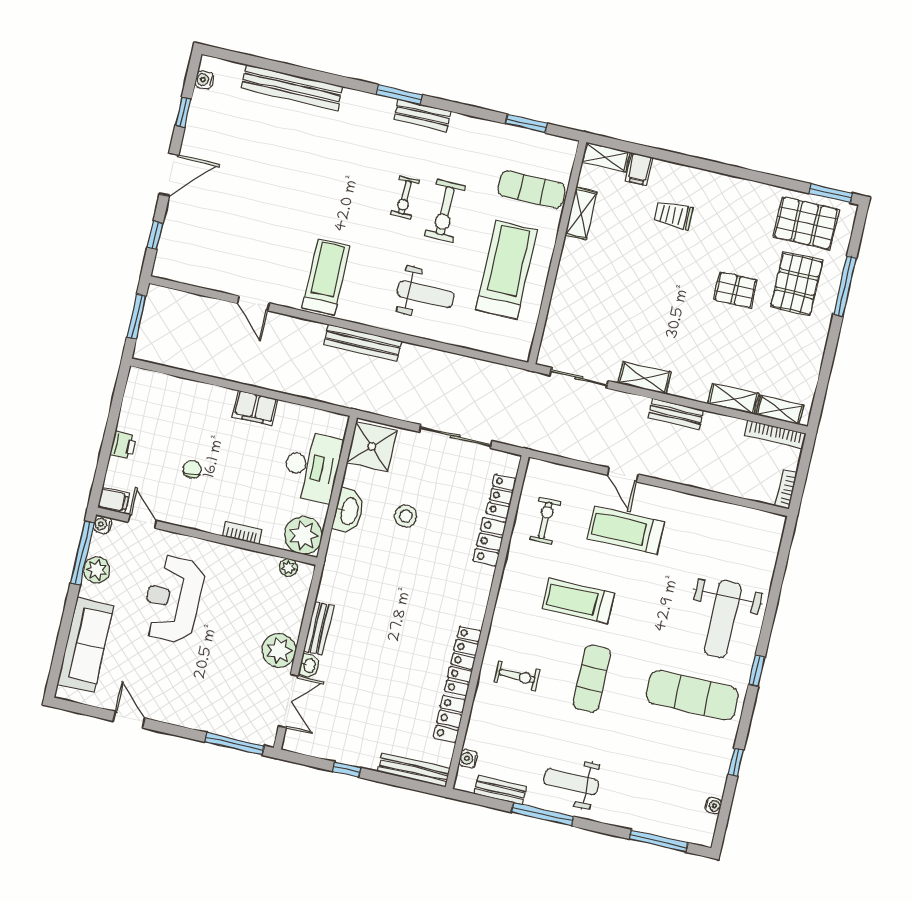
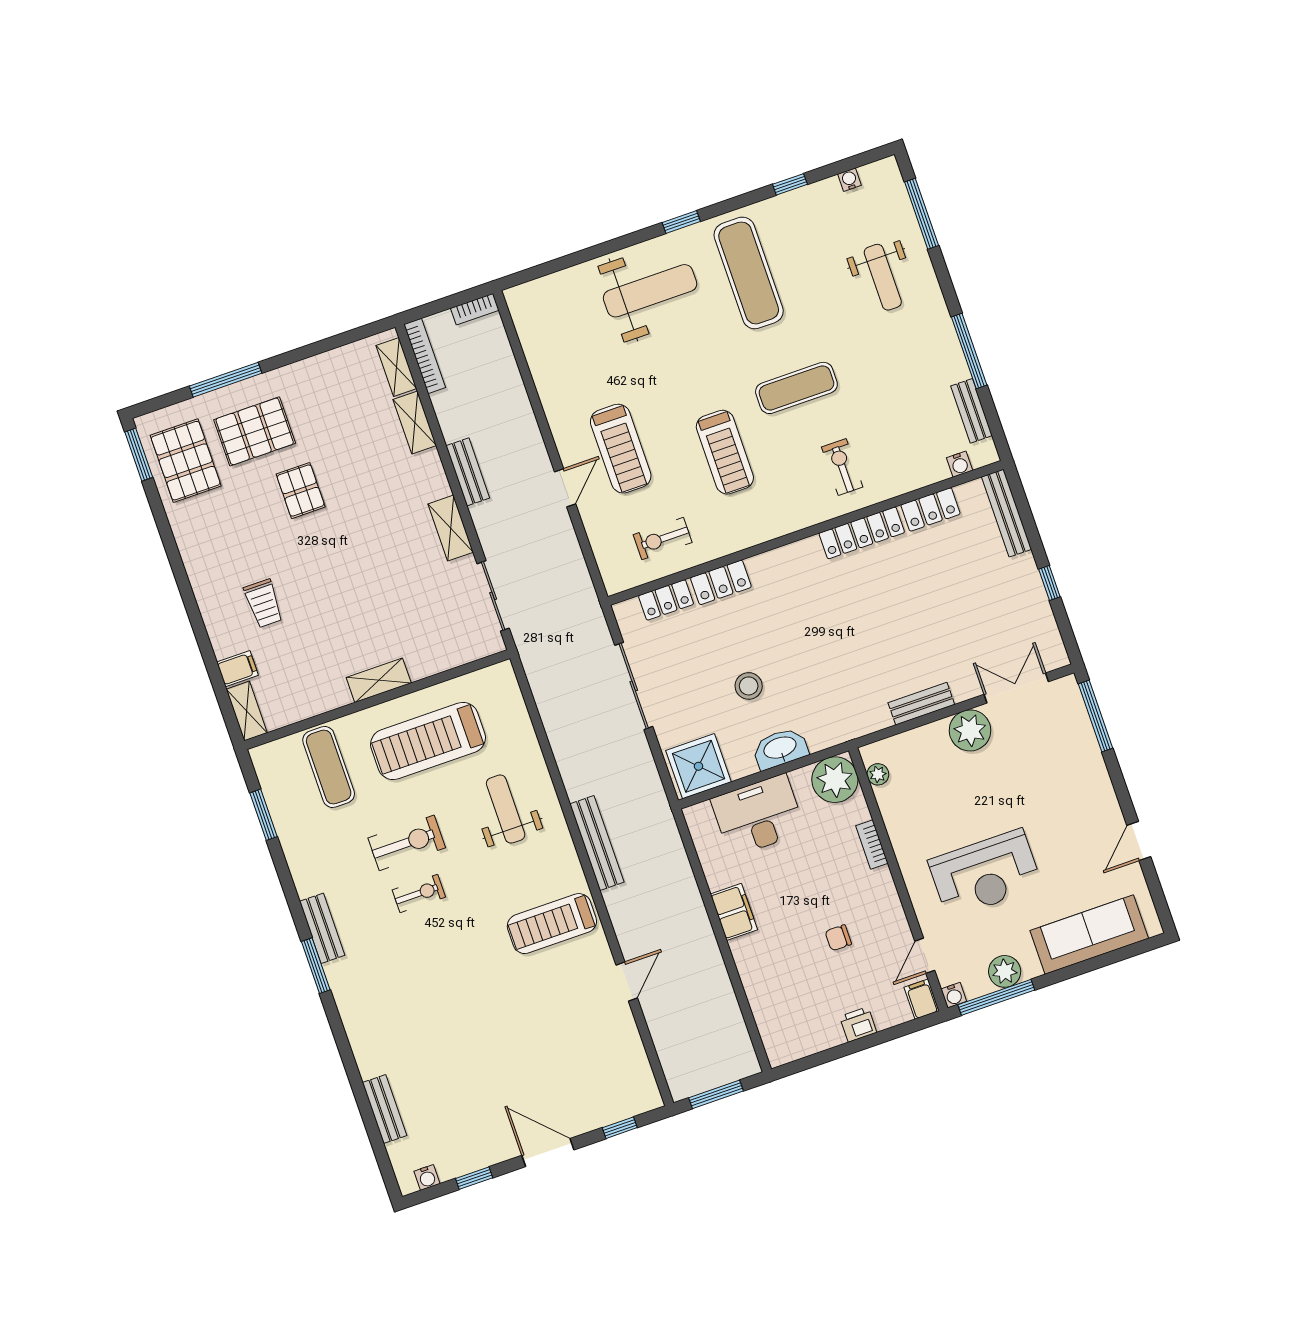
bench: (292, 87) -> (385, 1109), width x0.54, depth x0.82
shelving: (581, 213) -> (379, 680), moved
washbasin: (309, 666) -> (966, 689), removed
weight bench: (571, 782) -> (883, 277), moved

